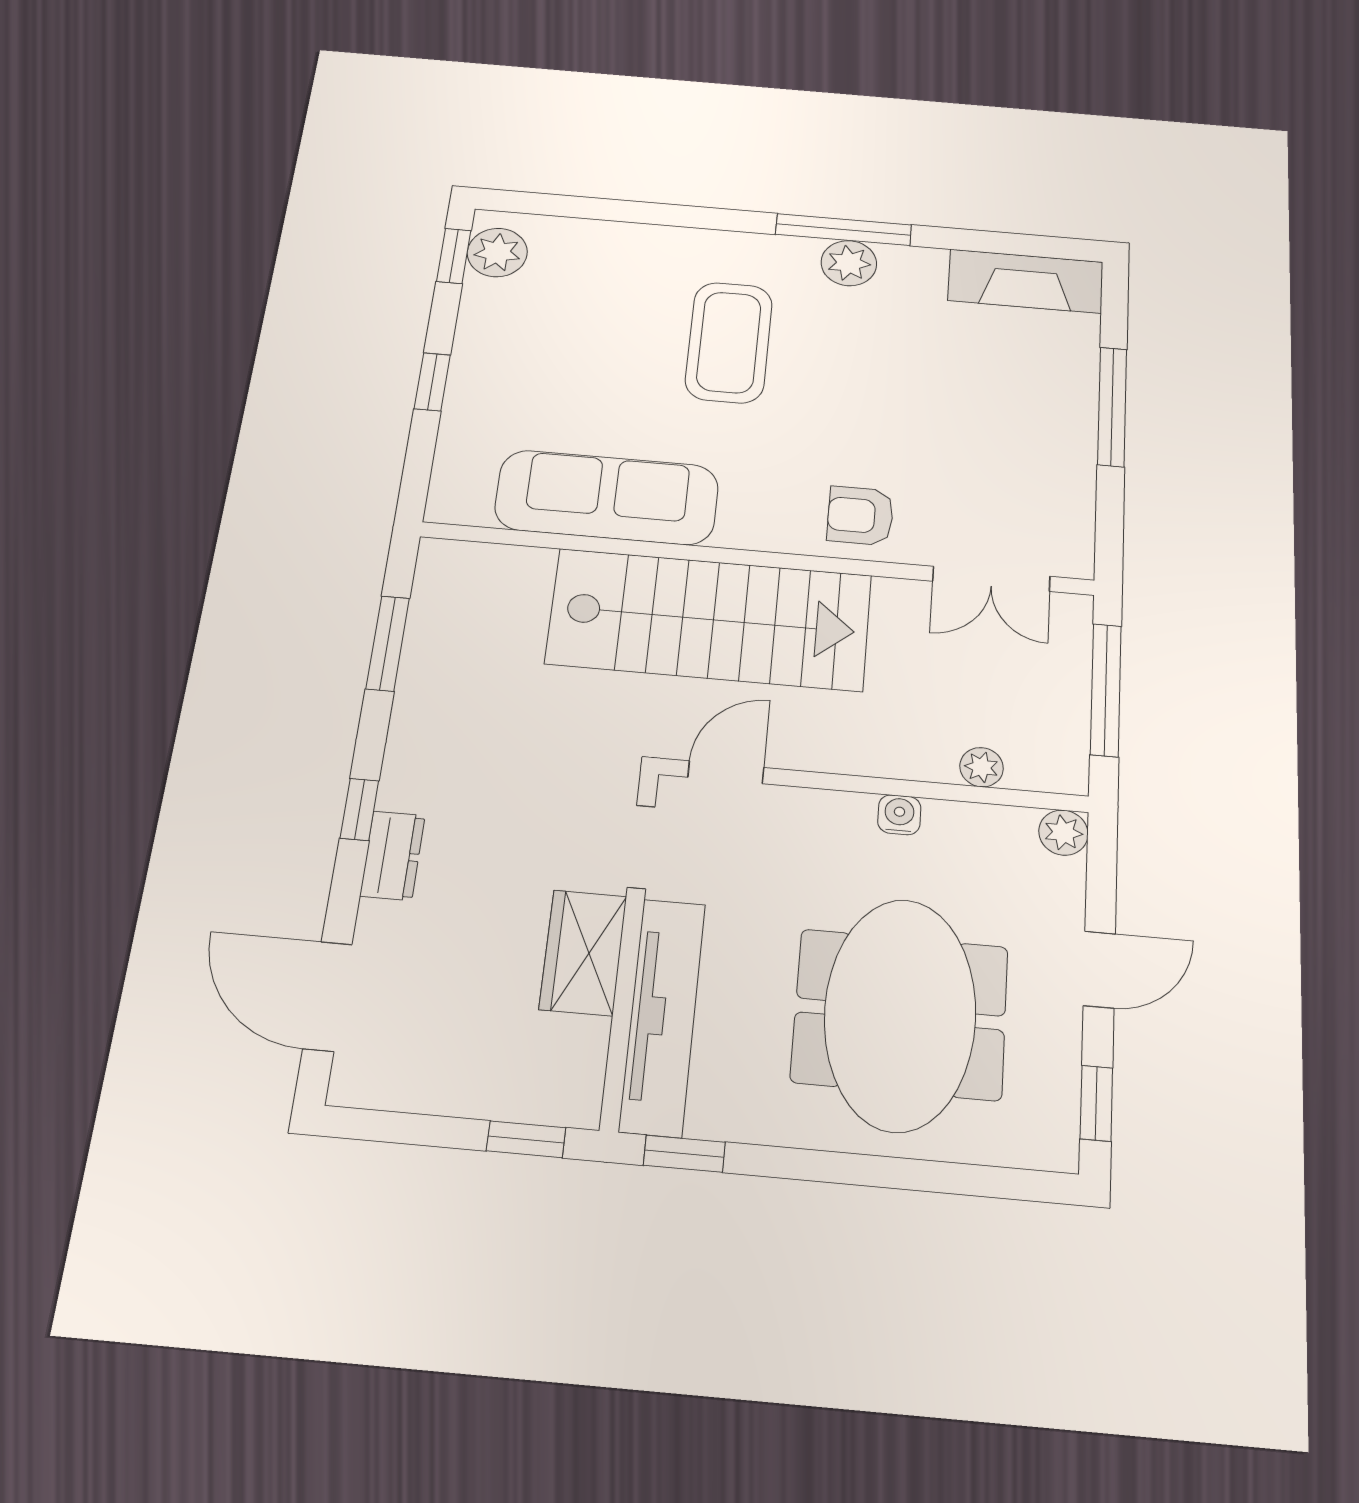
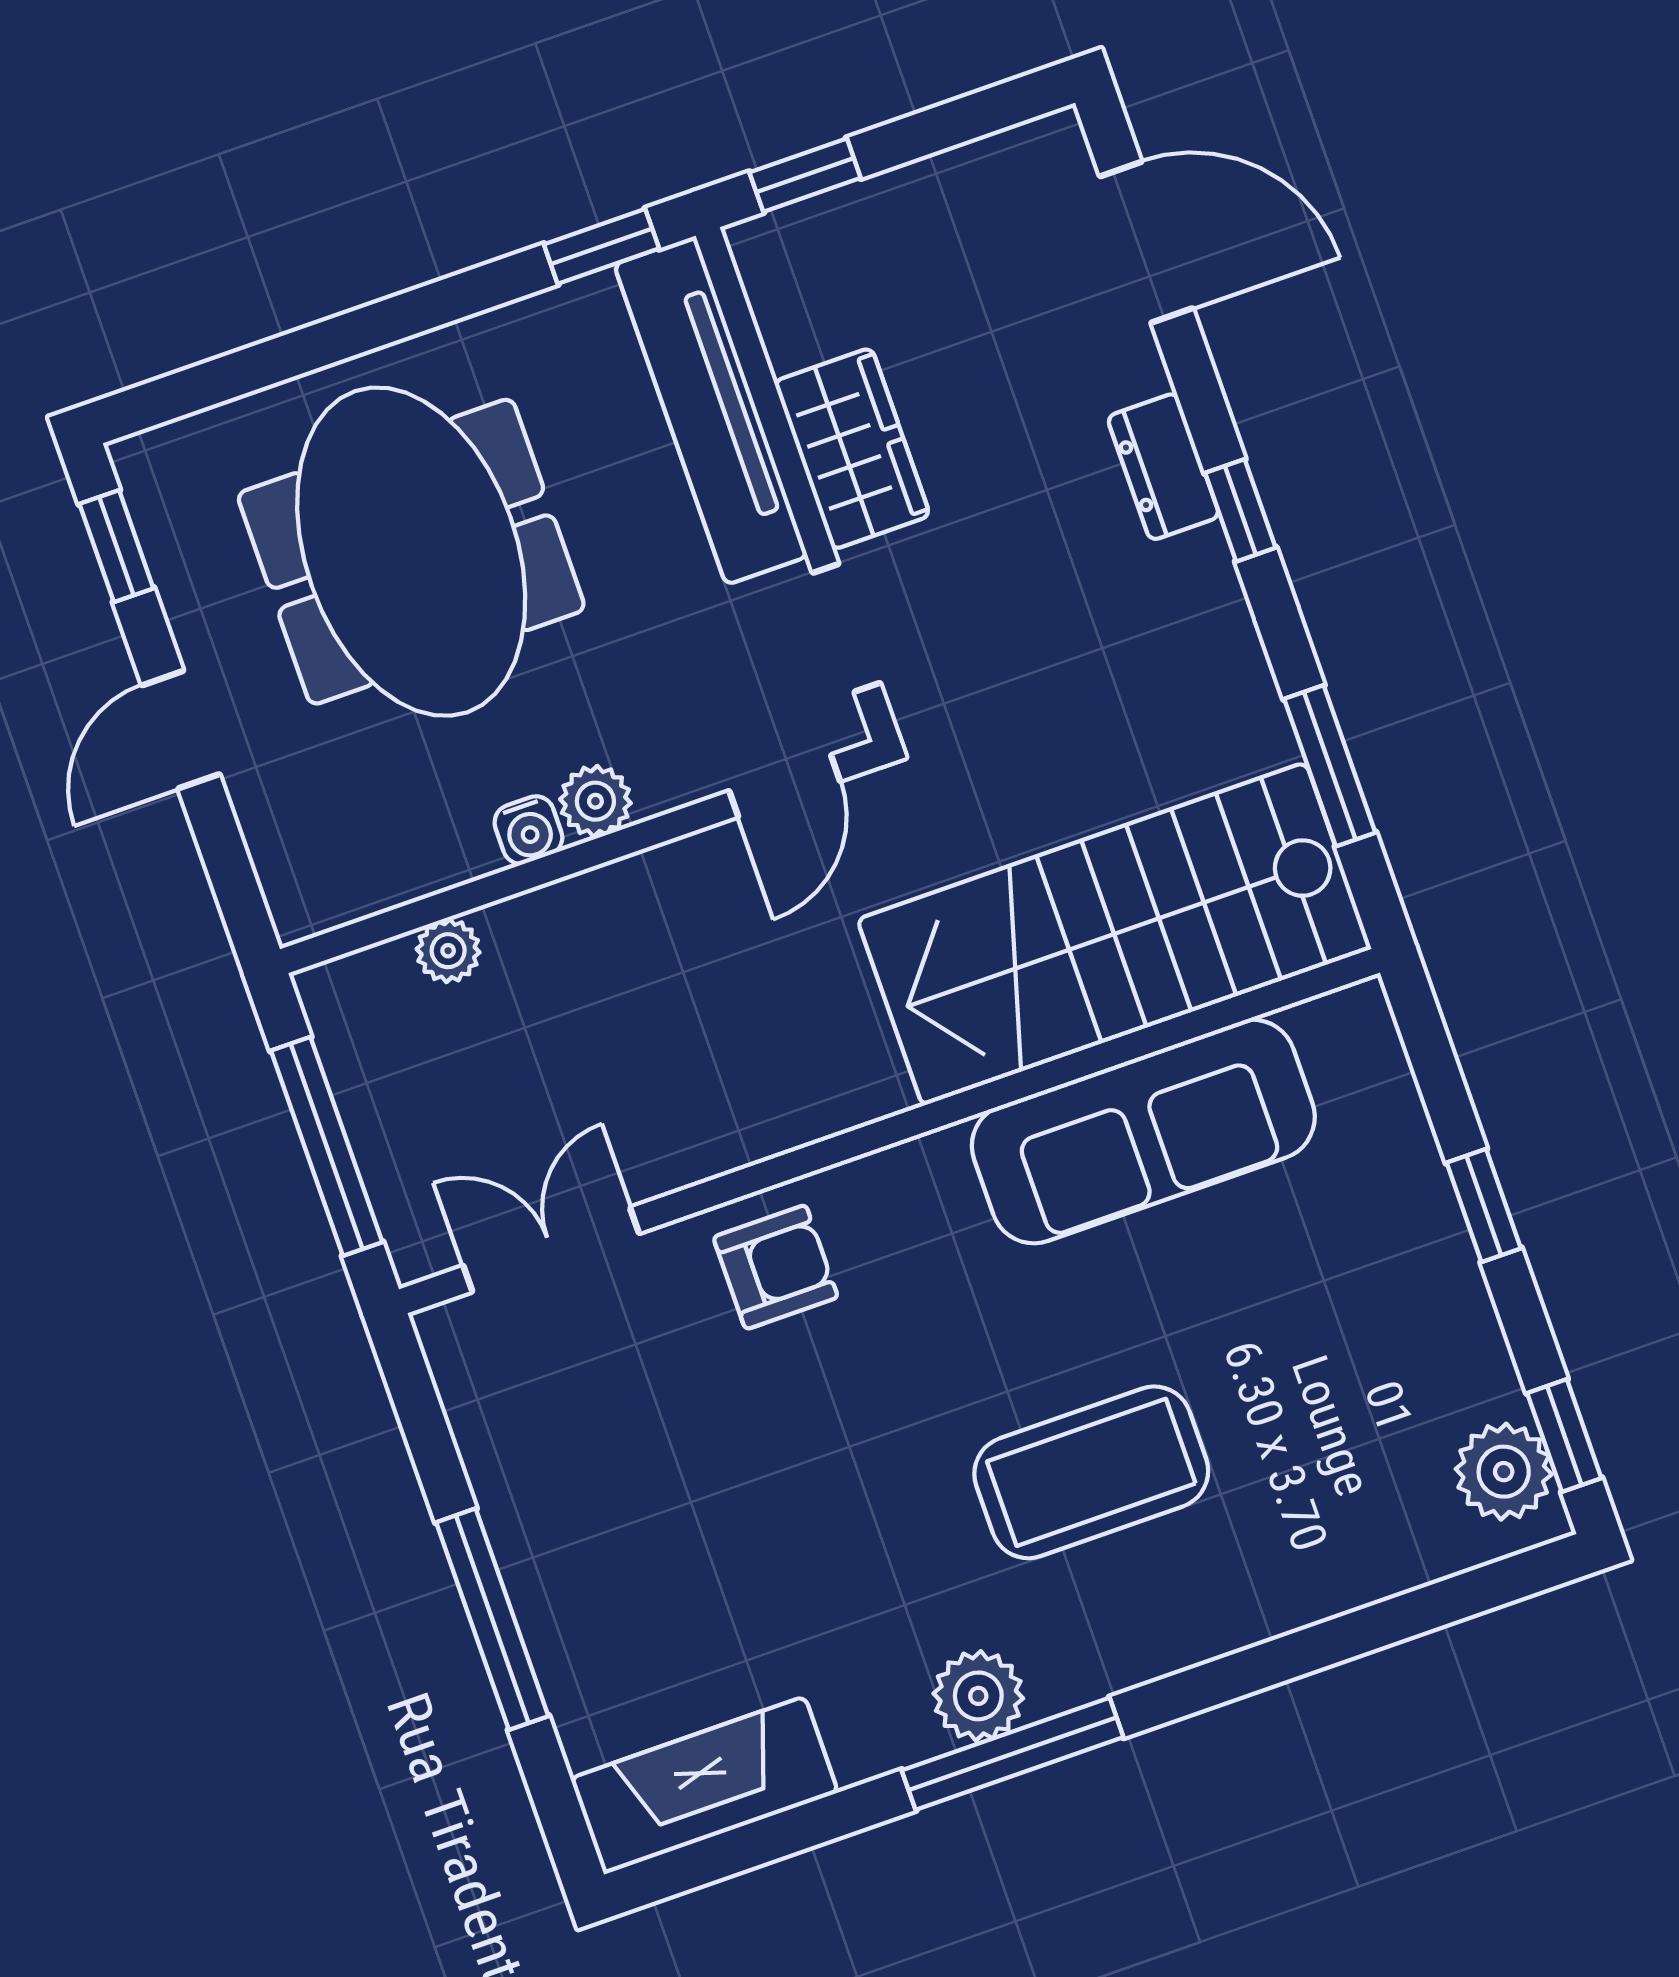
coffee table: (729, 342) -> (1091, 1472), turned 90
stairs: (709, 619) -> (1114, 934), moved
plant: (1063, 833) -> (595, 801), moved

